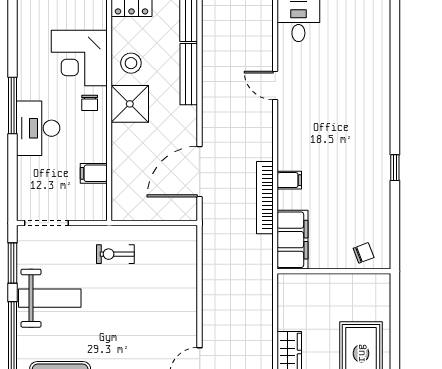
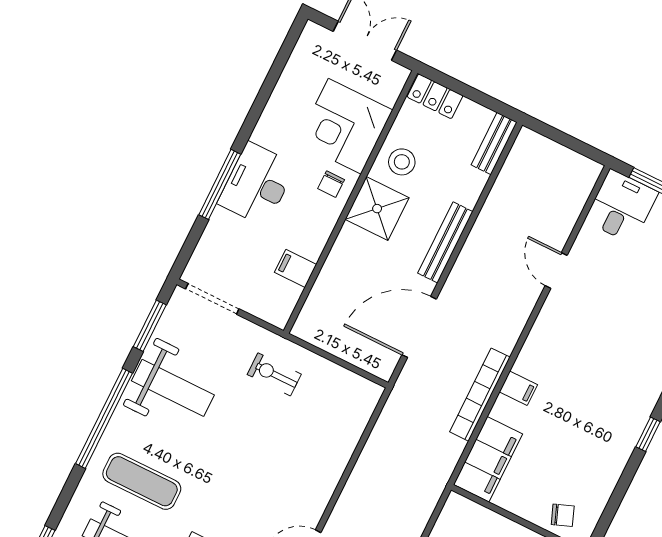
bench: (189, 74) -> (445, 242), moved
window: (12, 106) -> (220, 184), moved

